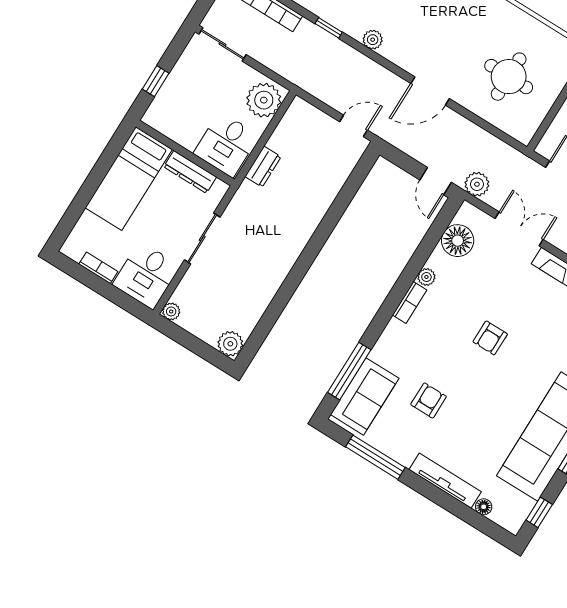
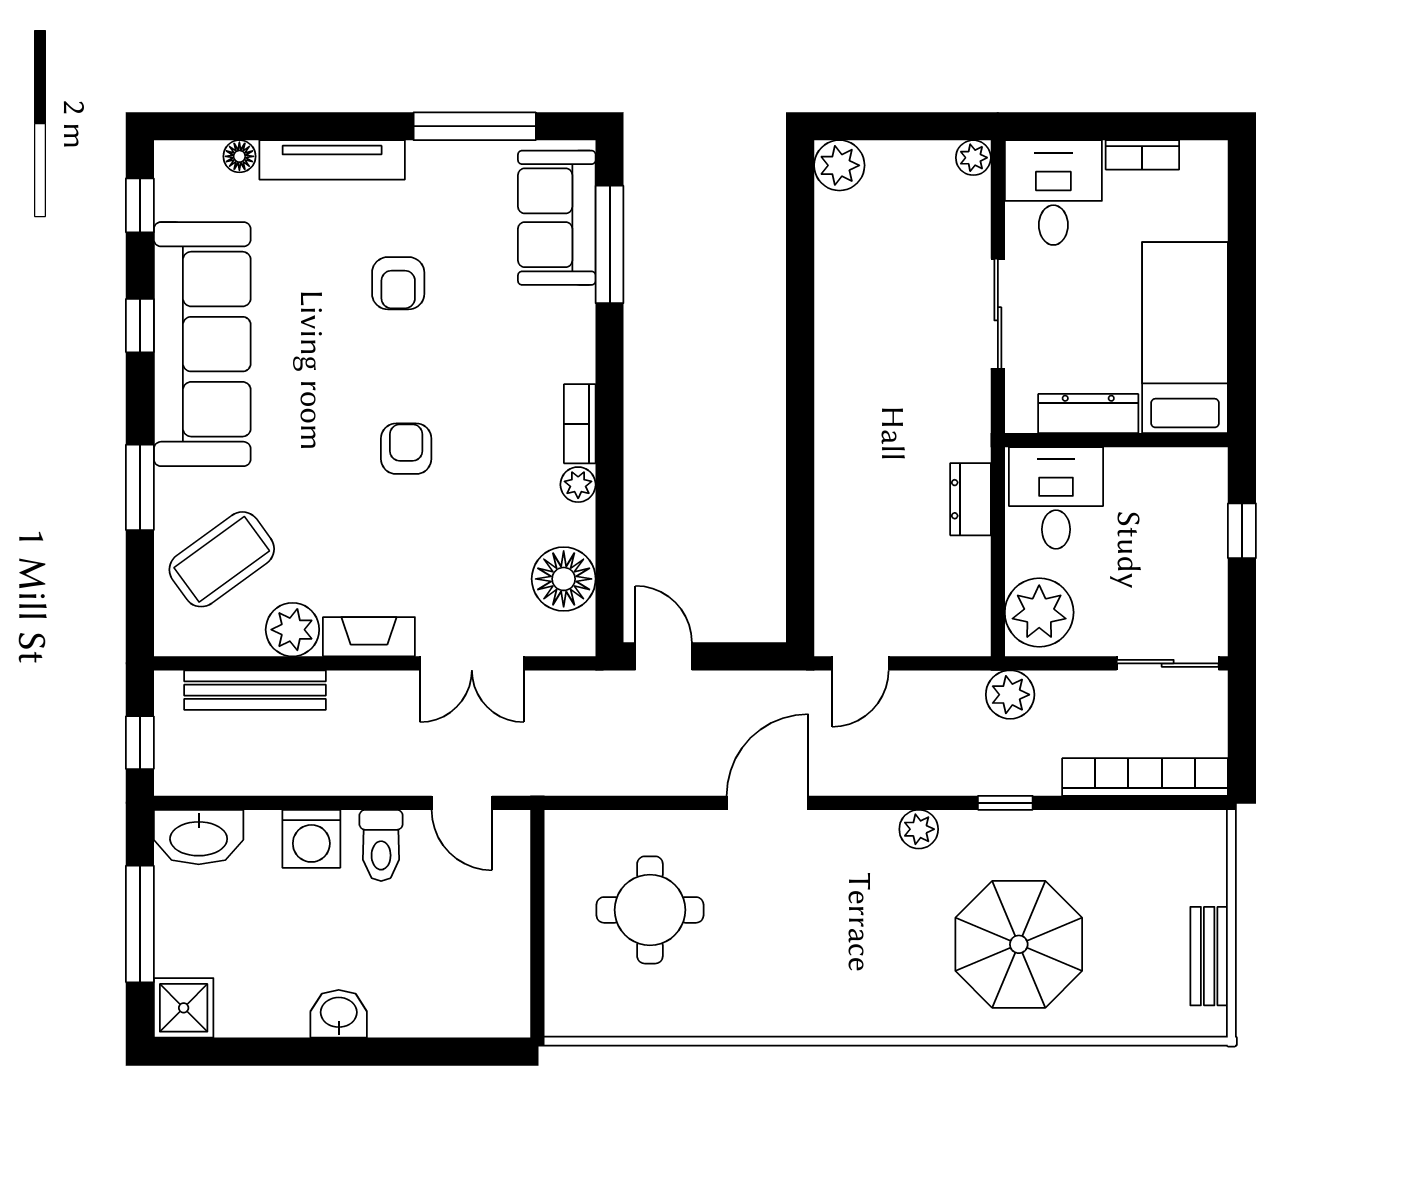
plant: (477, 184) -> (1010, 695), moved
armchair: (429, 400) -> (398, 283), moved

